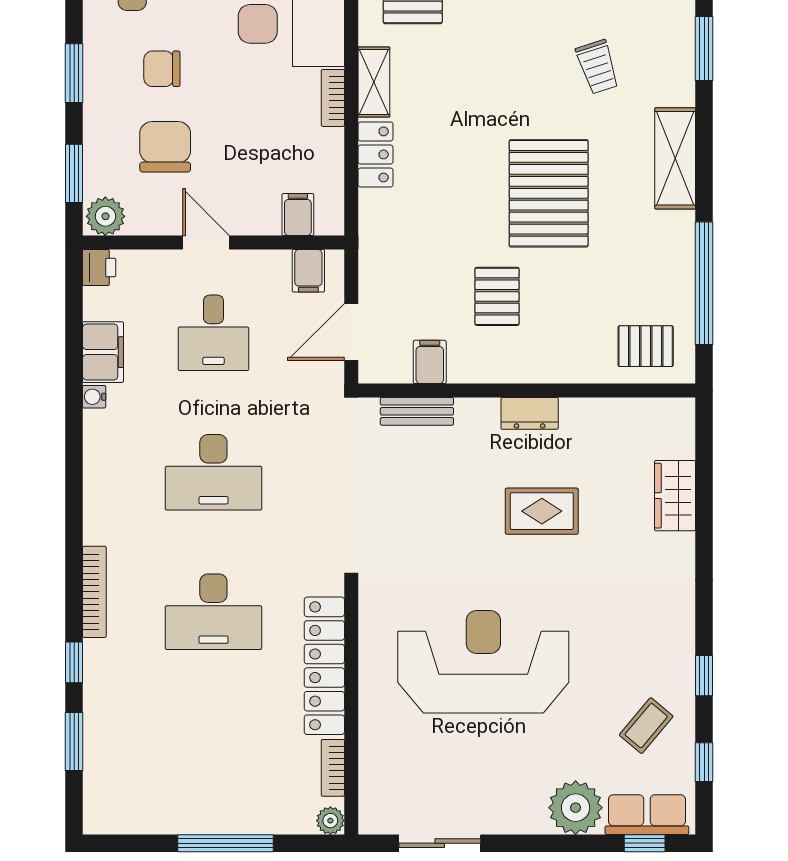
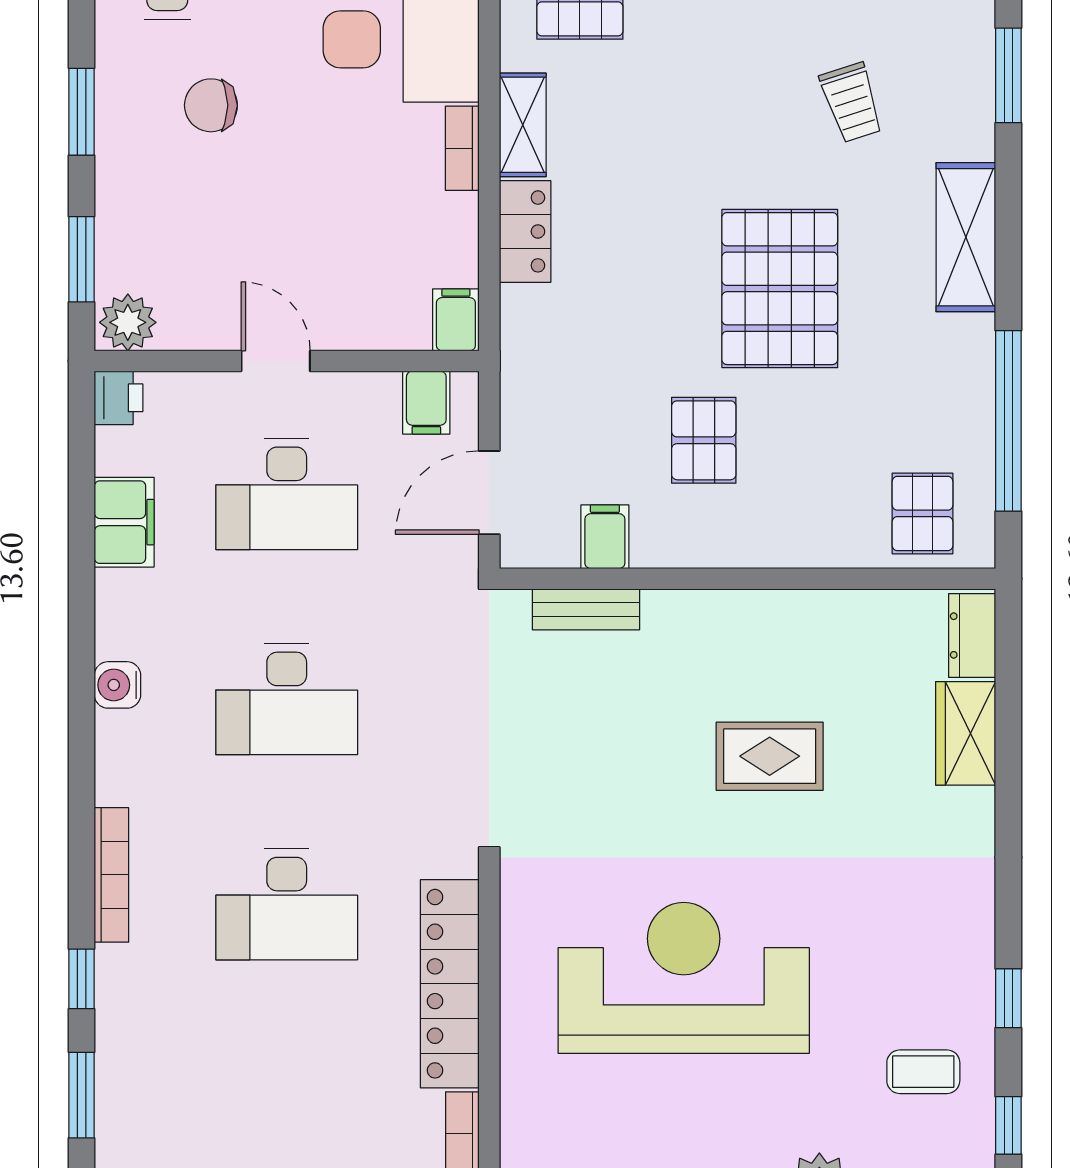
chair: (165, 147) -> (216, 220), removed
filing cabinet: (298, 215) -> (456, 320), moved
desk: (213, 333) -> (287, 494), width x1.37
pallet: (646, 346) -> (923, 513), turned 90
water cooler: (94, 397) -> (117, 685), moved, width x1.38, depth x1.38
dresser: (530, 413) -> (972, 636), moved, turned 90
coffee table: (646, 726) -> (923, 1072), turned 50

